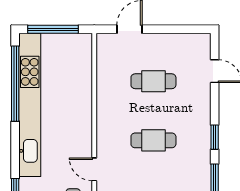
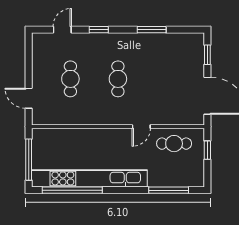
window: (215, 137) -> (99, 30), moved

